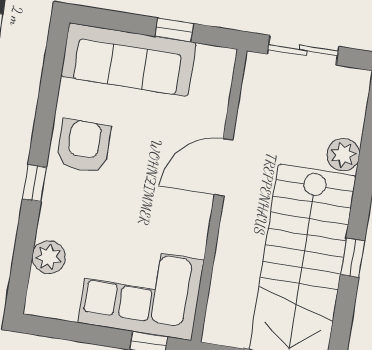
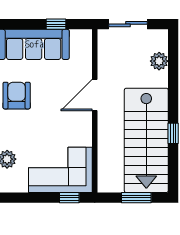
plant: (343, 155) -> (159, 61), moved

